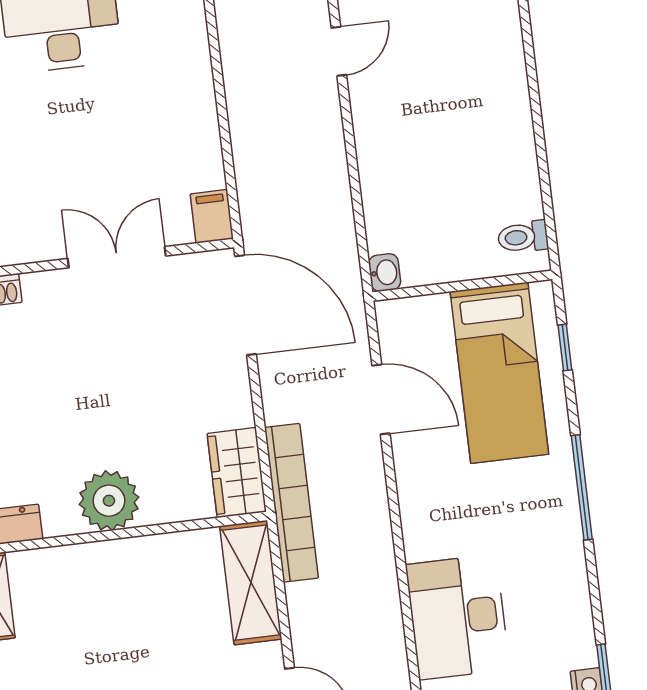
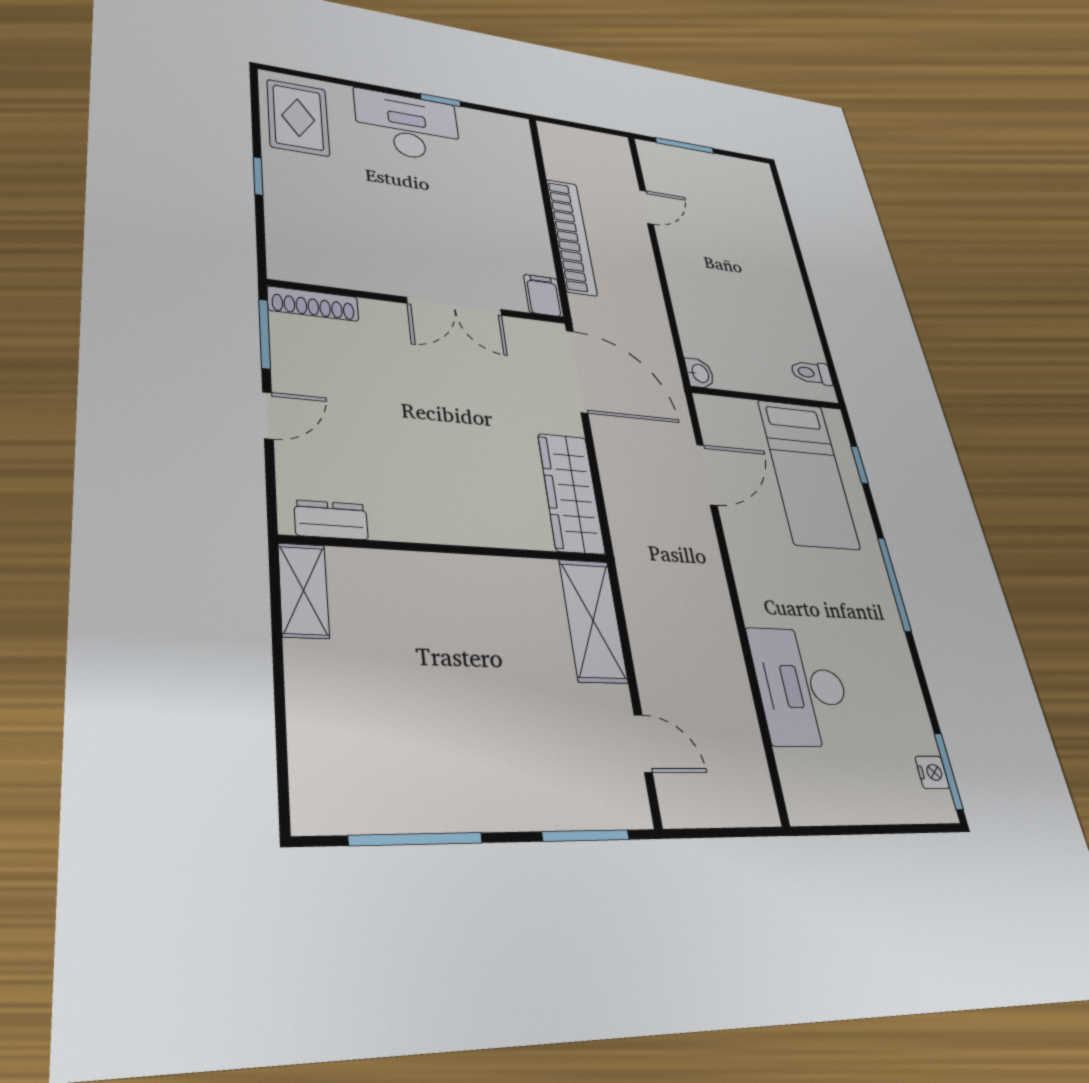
double door: (117, 257) -> (455, 306), swing flipped
door: (381, 399) -> (707, 475), hinge flipped
wardrobe: (237, 473) -> (571, 493), width x1.50
plant: (109, 501) -> (443, 515), removed
bookcase: (291, 503) -> (571, 237), moved

